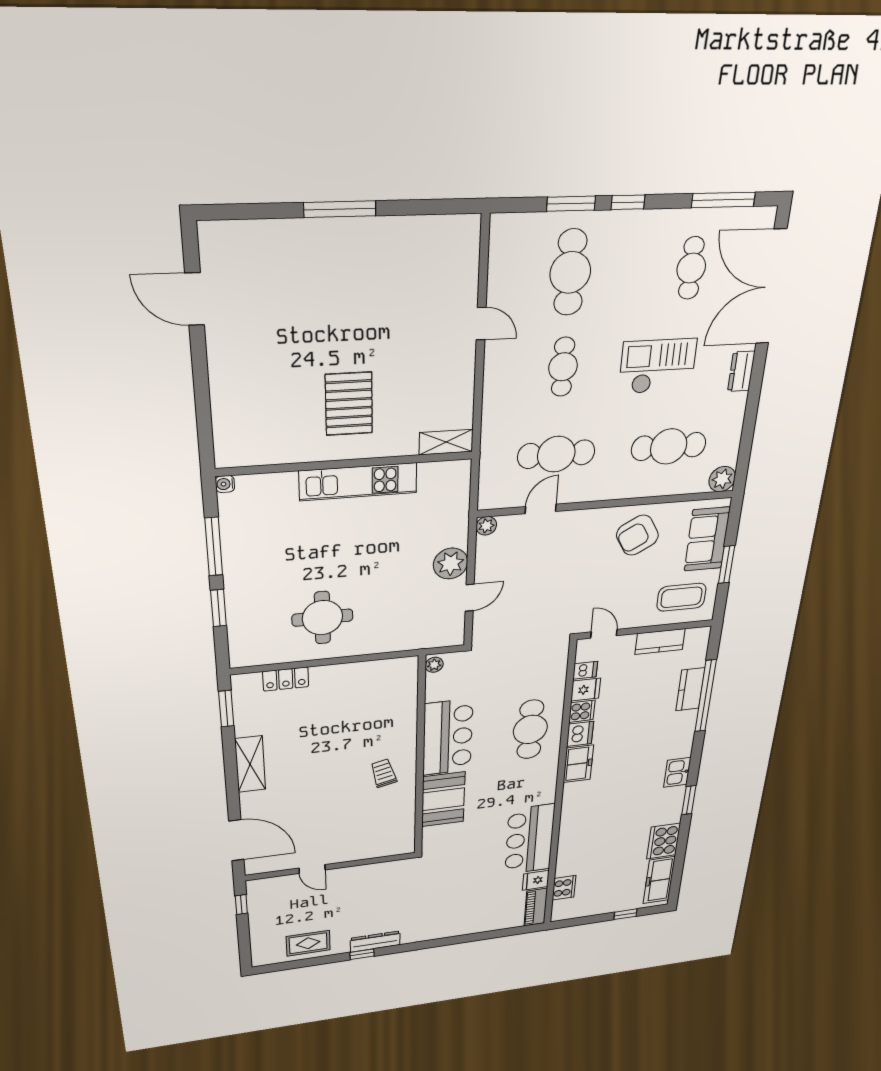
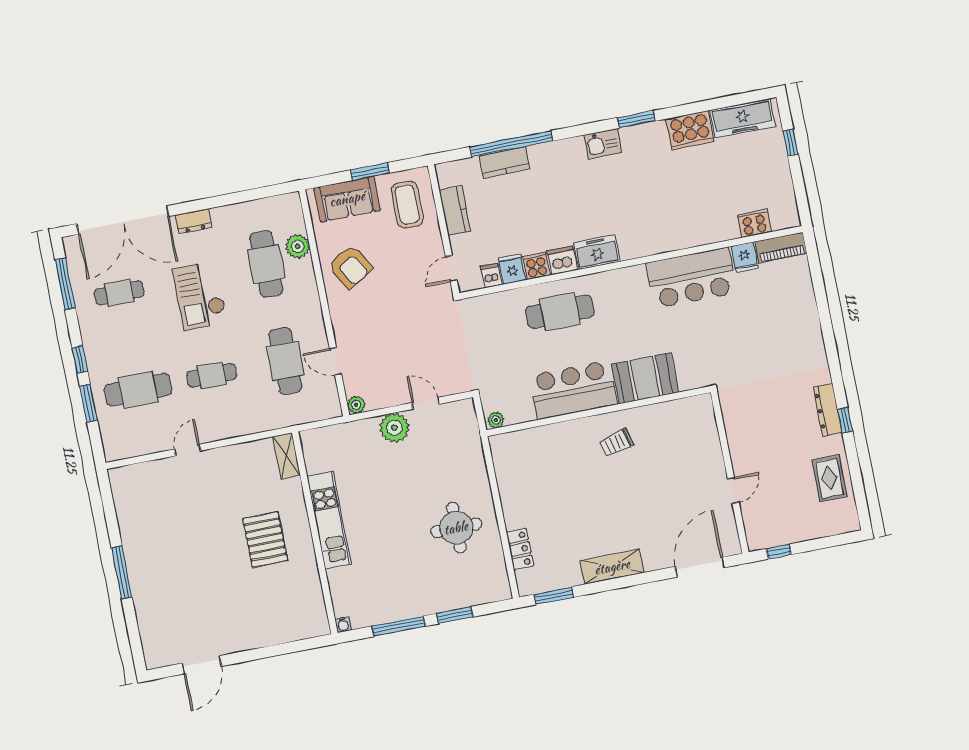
pallet: (349, 404) -> (265, 540), turned 90
plant: (722, 479) -> (298, 246), moved

